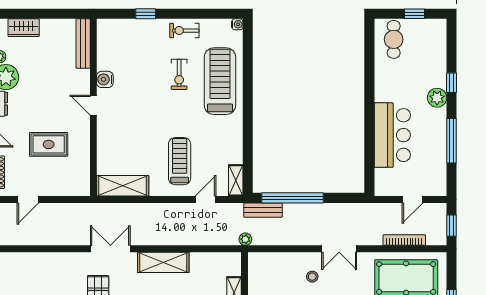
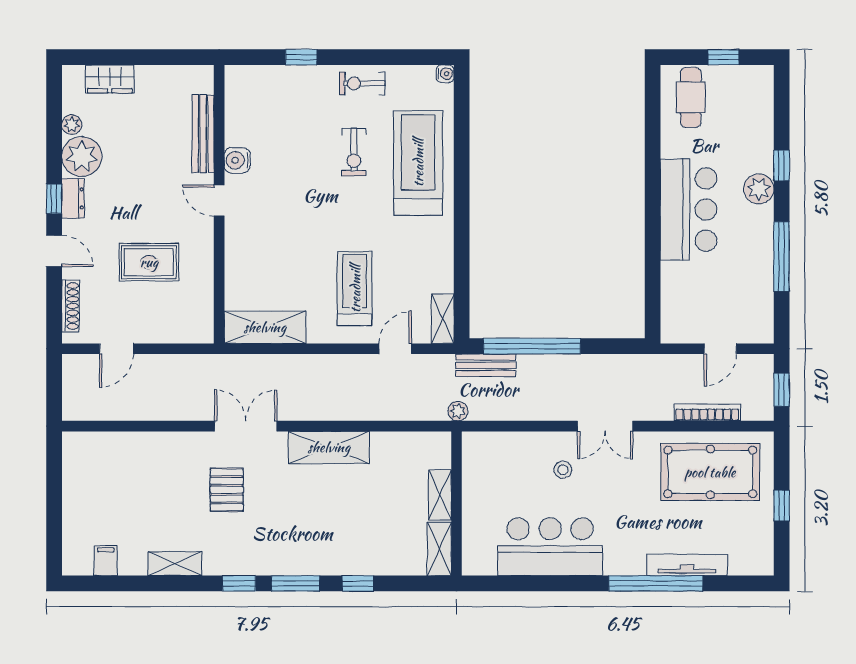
bench: (83, 44) -> (203, 134), moved
bar counter: (392, 135) -> (689, 210), moved

